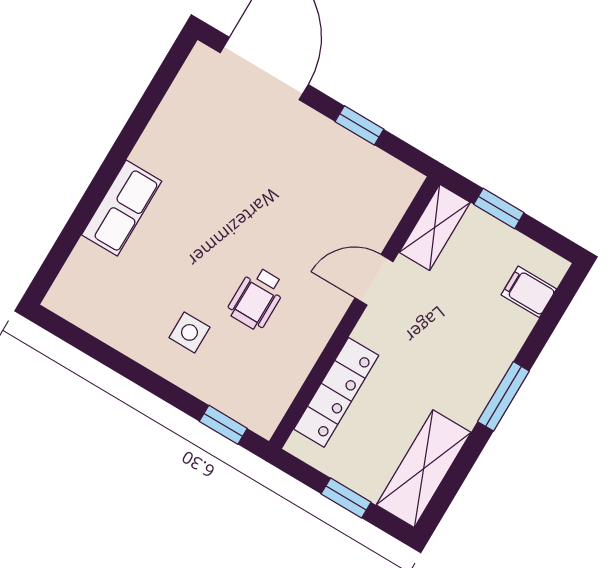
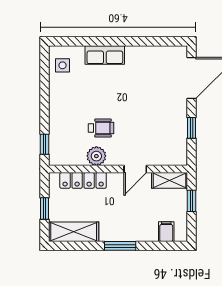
door: (374, 280) -> (135, 169), swing flipped
wheelchair: (257, 298) -> (101, 128), turned 180
side table: (189, 332) -> (62, 65), moved
plant: (305, 339) -> (96, 156), added

